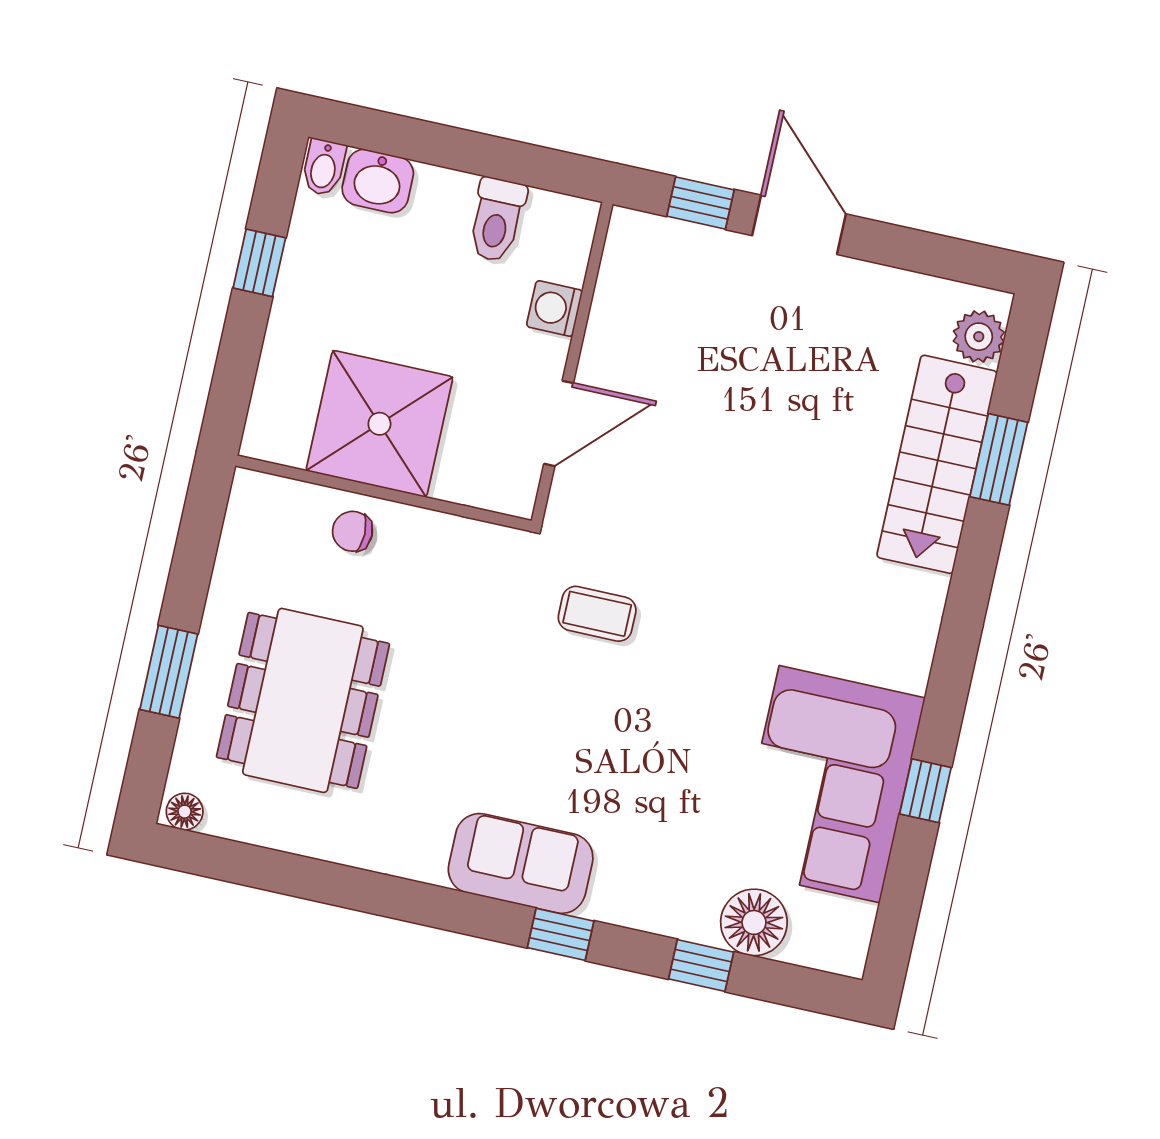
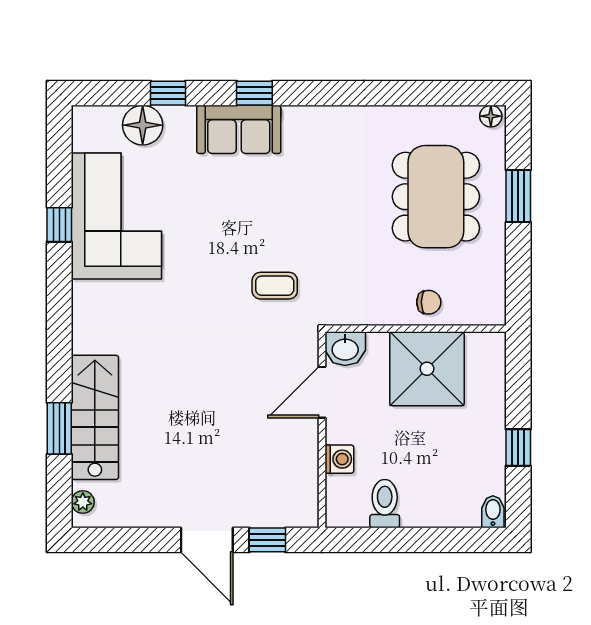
washbasin: (378, 181) -> (345, 349), moved, turned 180
plant: (979, 337) -> (83, 502), width x0.73, depth x0.73
sofa: (521, 863) -> (239, 129), moved

